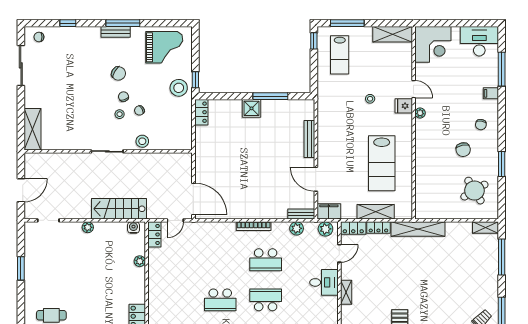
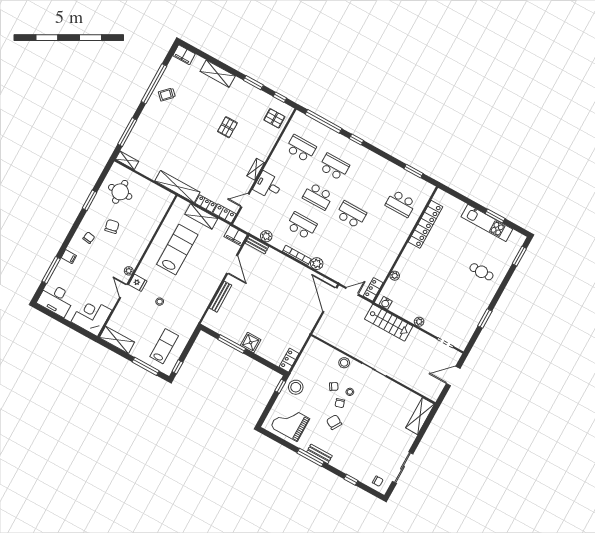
round table: (474, 191) -> (120, 192), turned 30
plant: (325, 229) -> (317, 264), moved

